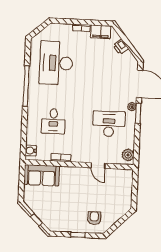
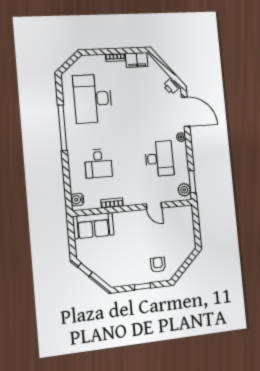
printer: (121, 47) -> (171, 86), moved
window: (138, 113) -> (192, 182), moved
desk: (109, 124) -> (159, 159), turned 90
window: (36, 220) -> (85, 270), moved

